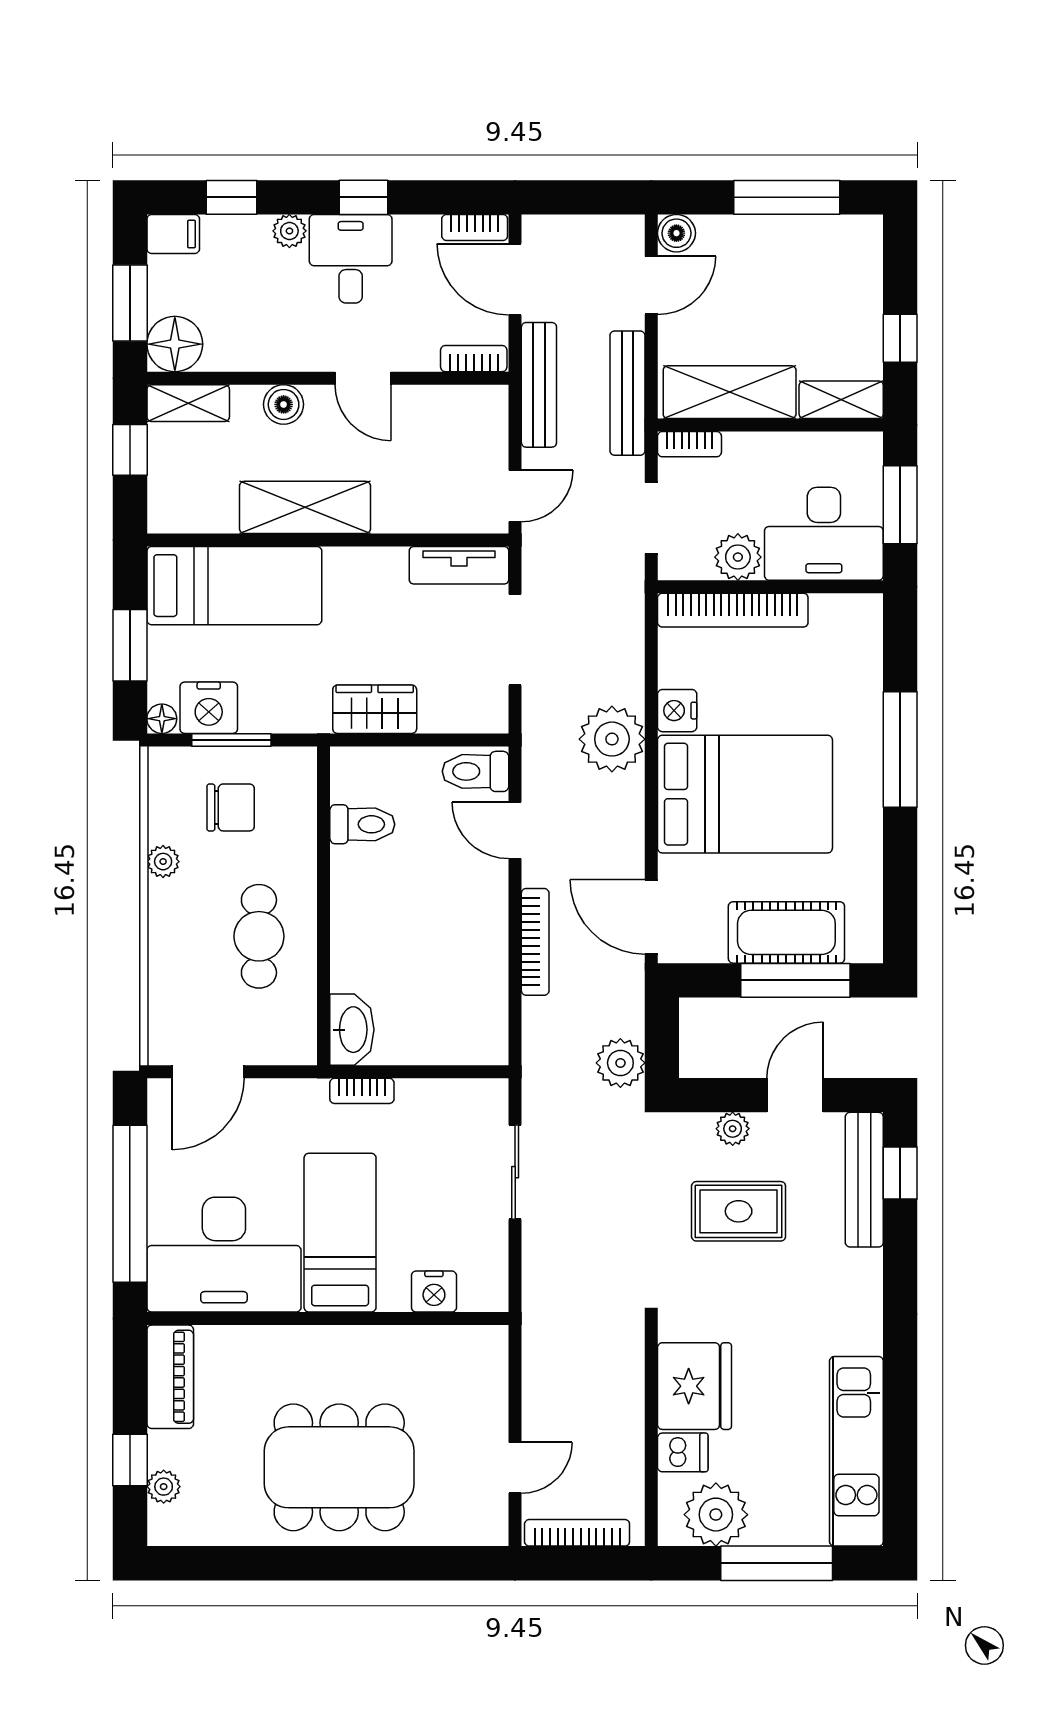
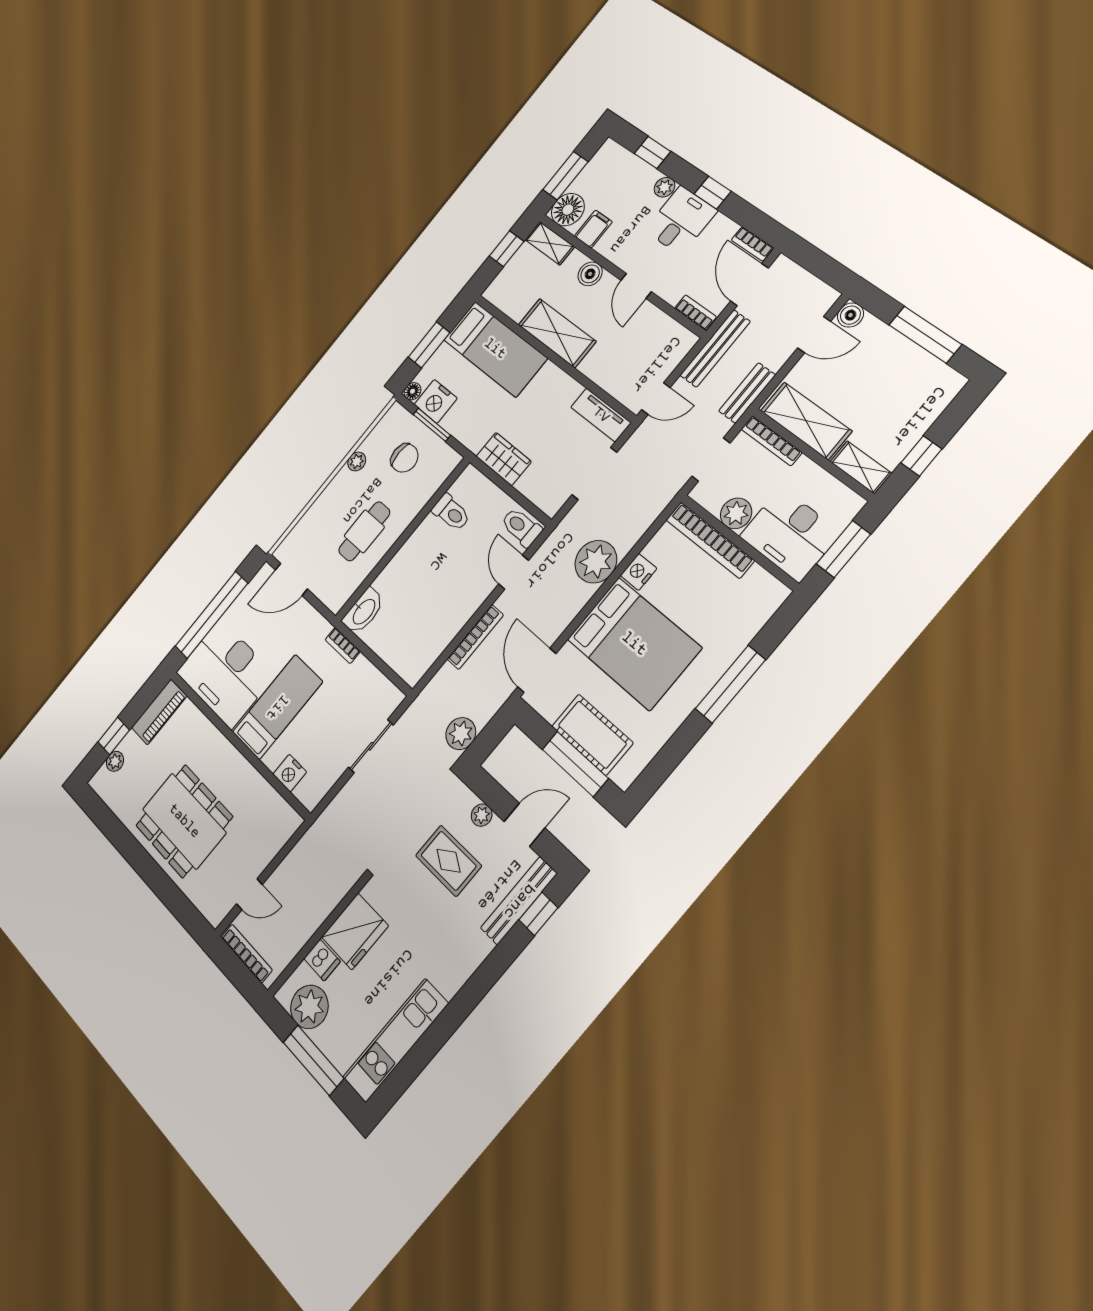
filing cabinet: (173, 234) -> (593, 229), moved, turned -90
bench: (627, 393) -> (747, 393), width x0.73
bookcase: (689, 444) -> (771, 441), width x1.56

